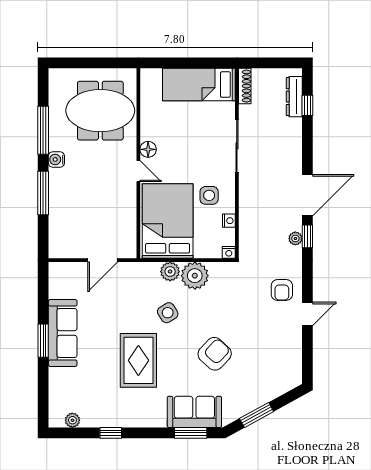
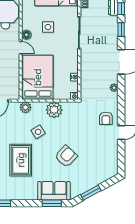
side table: (209, 195) -> (48, 27), moved
window: (307, 236) -> (121, 29), moved
plant: (170, 272) -> (26, 107), moved

